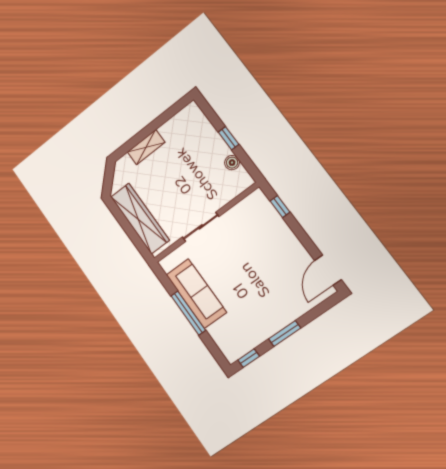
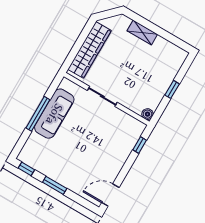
boiler: (232, 163) -> (147, 114), moved

